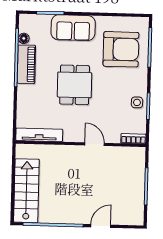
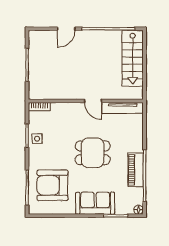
floor lamp: (24, 38) -> (139, 210), moved
dining table: (75, 85) -> (93, 153), turned 90
door: (95, 144) -> (93, 101), moved

